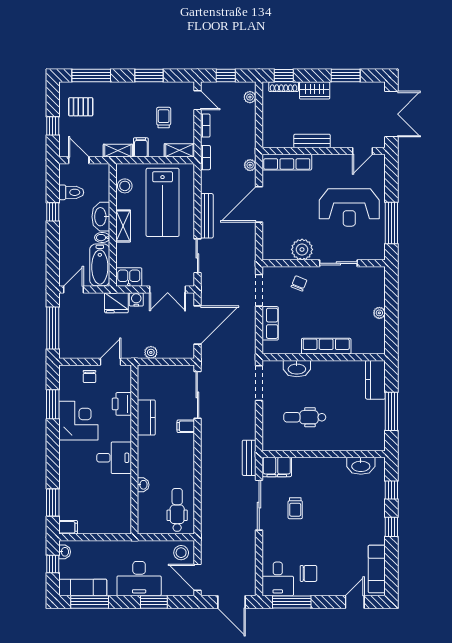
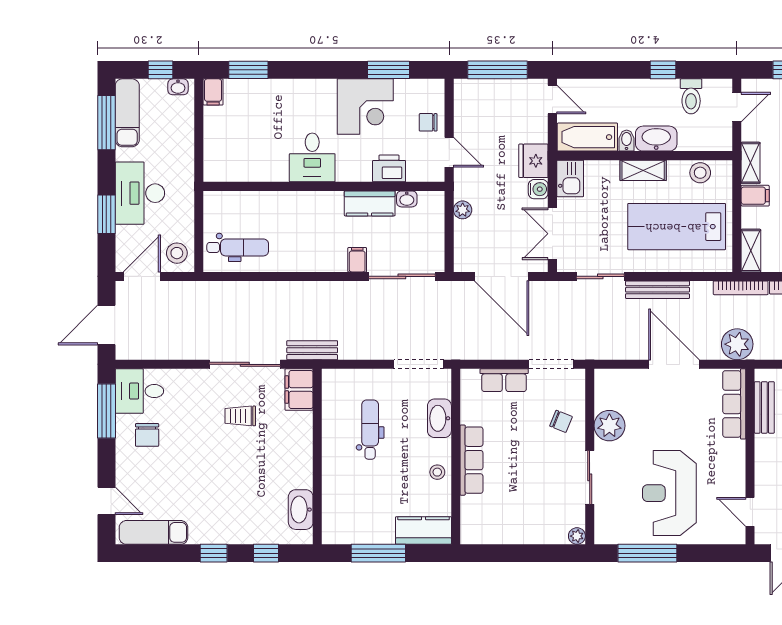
bench: (312, 141) -> (764, 407), moved
bookcase: (205, 158) -> (741, 288), width x1.56
plant: (250, 165) -> (737, 344), width x1.88, depth x1.88
plant: (379, 313) -> (577, 536), moved
stool: (335, 370) -> (437, 472), added
washbasin: (143, 485) -> (407, 199), moved

